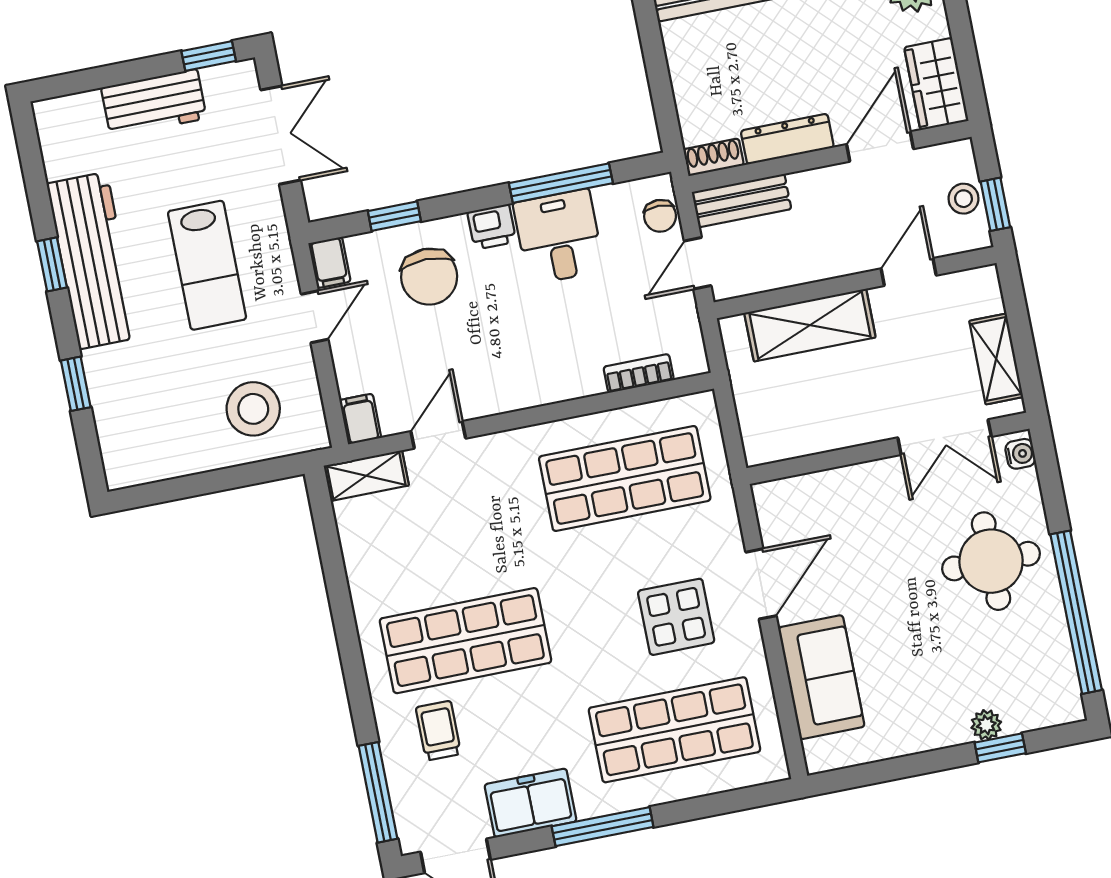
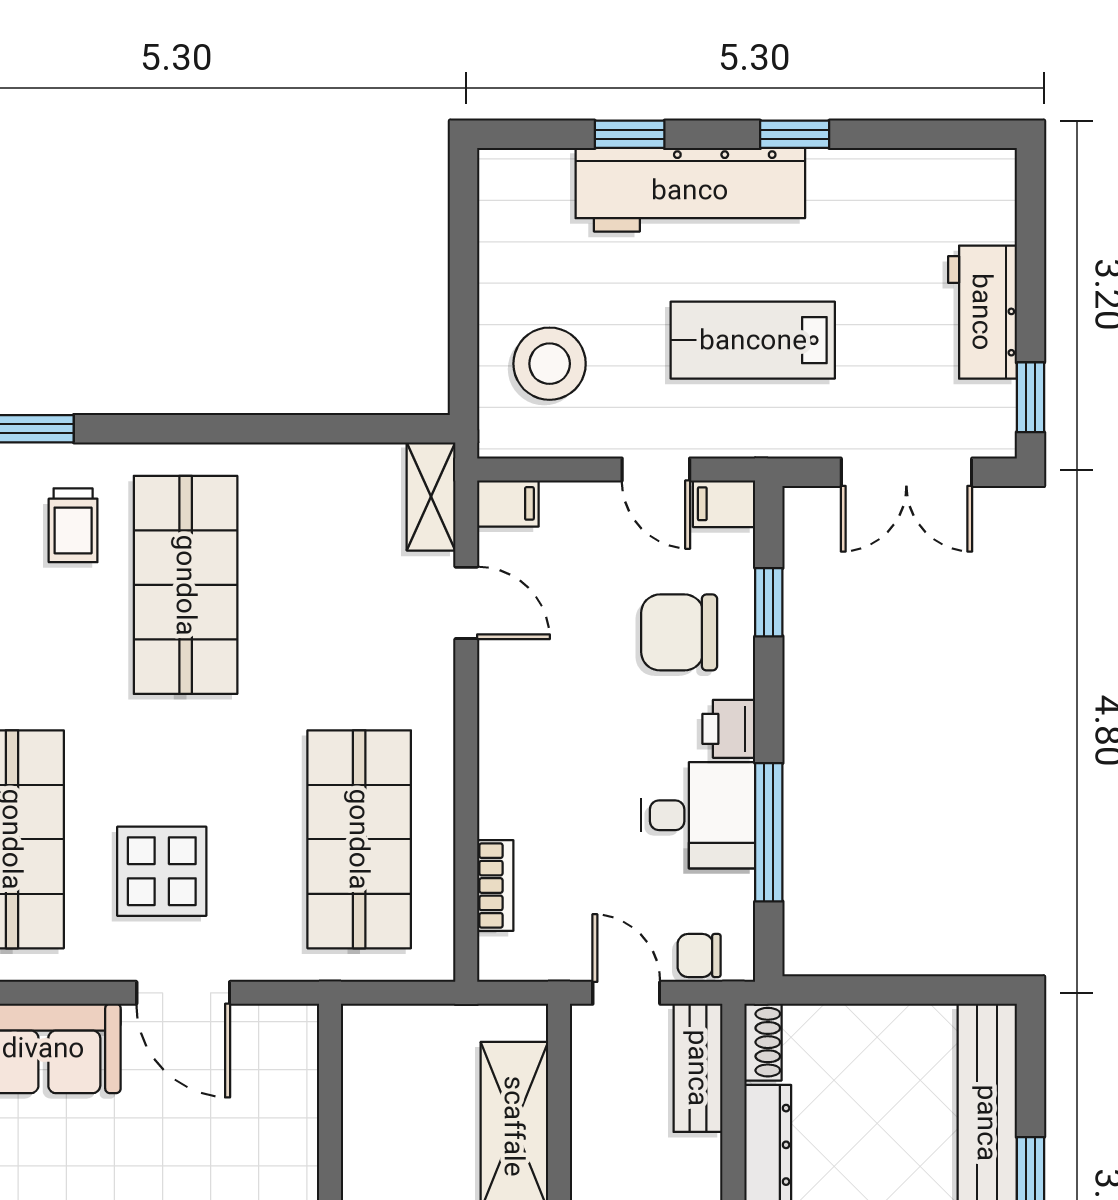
workbench: (93, 261) -> (690, 190), moved
trolley: (438, 731) -> (73, 525), turned 90

